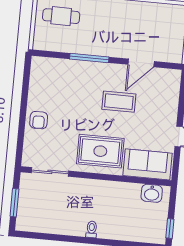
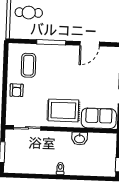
coffee table: (119, 102) -> (28, 65), moved, turned 90
washbasin: (152, 193) -> (80, 139), moved

